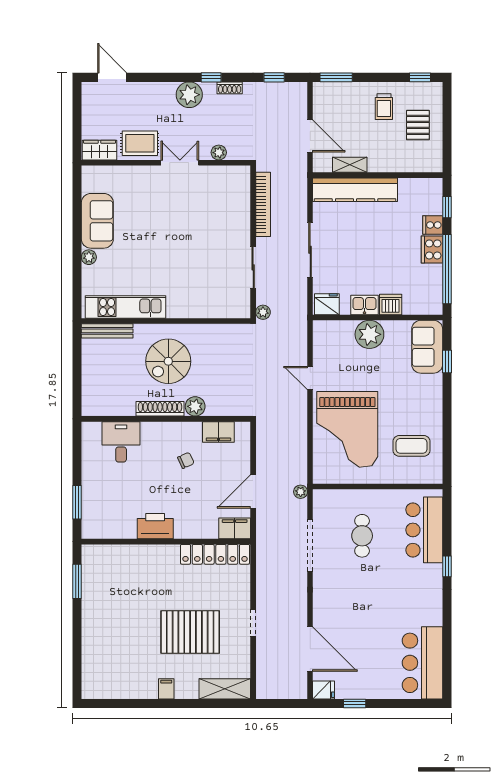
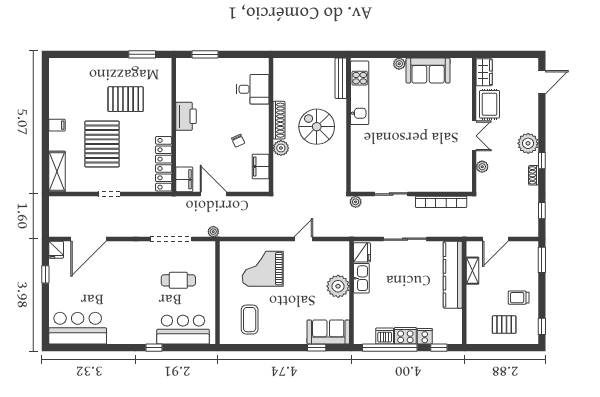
dishwasher: (391, 304) -> (385, 336), moved, turned -90
kitchen sink: (364, 305) -> (361, 278), width x1.38
grand piano: (347, 429) -> (263, 269), width x0.73, depth x0.68
pallet: (134, 602) -> (126, 99), added

